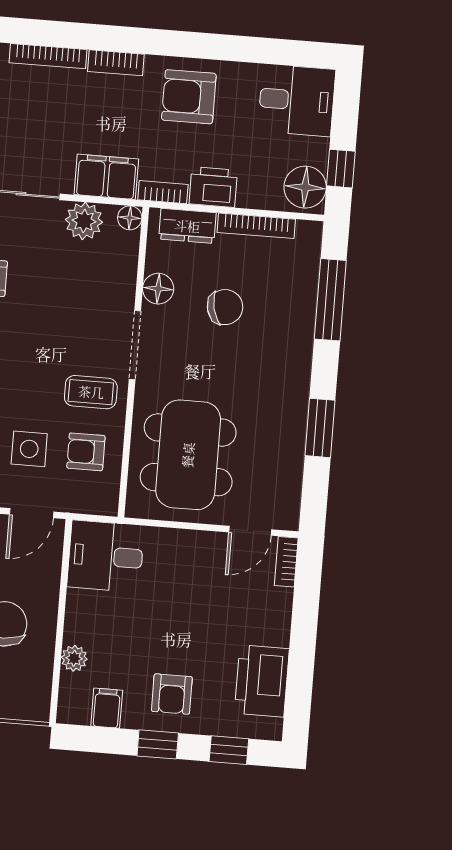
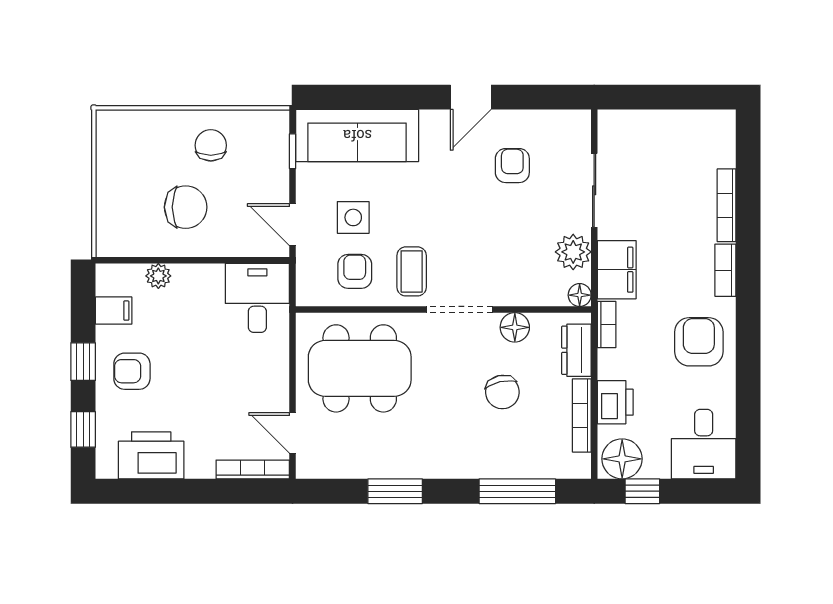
printer: (213, 187) -> (615, 402), moved
bookcase: (286, 562) -> (253, 469), width x1.56

